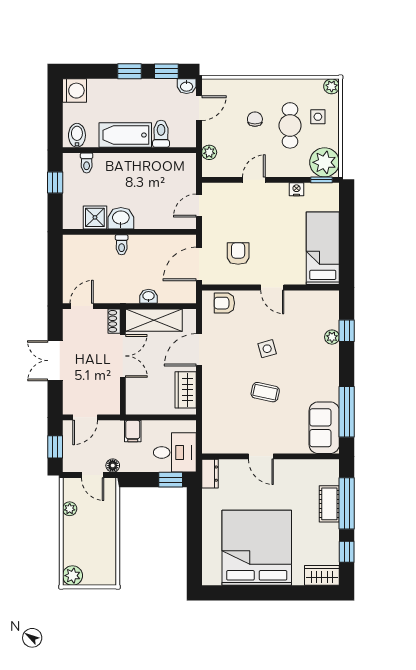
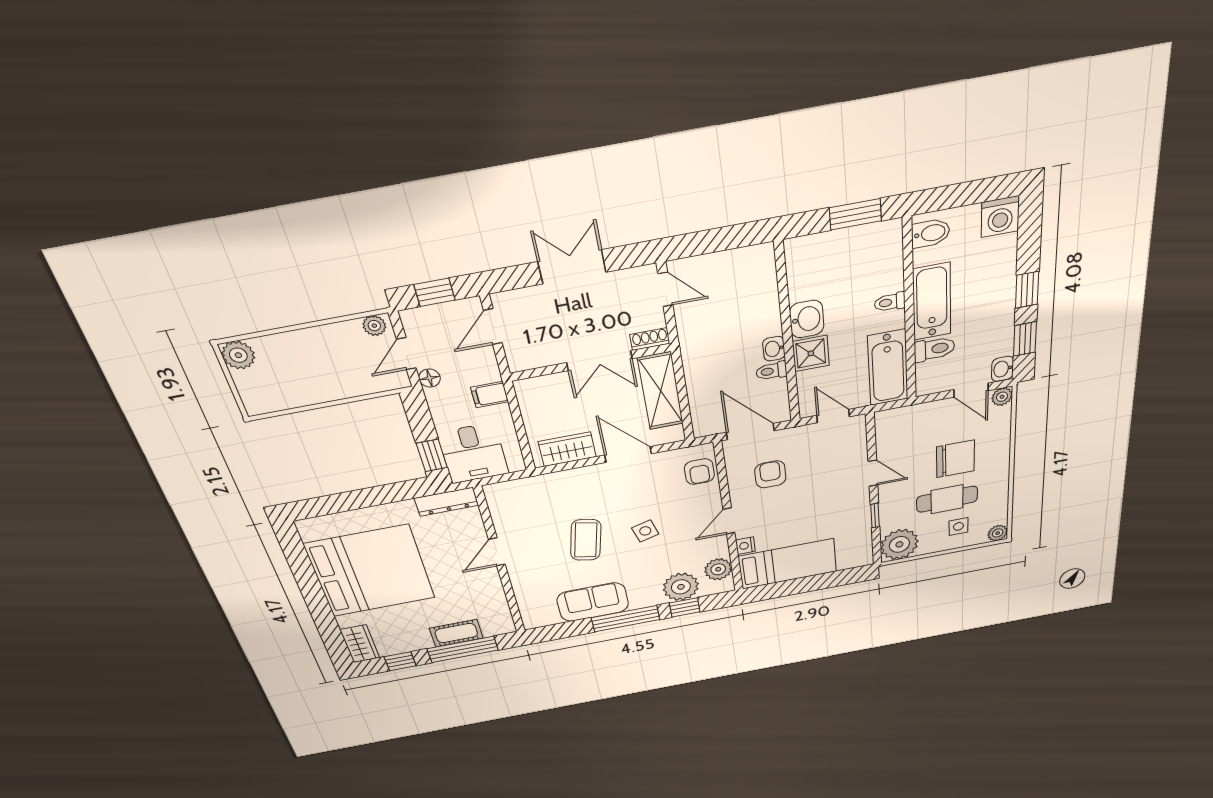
chair: (255, 119) -> (955, 459), width x1.87, depth x1.87
plant: (209, 152) -> (1002, 397), moved
toilet: (87, 163) -> (890, 302), moved
bathtub: (169, 166) -> (888, 368), added
window: (321, 180) -> (875, 516), moved
window: (55, 182) -> (855, 214), width x1.50
nightstand: (297, 189) -> (745, 546), moved, turned 180
shower: (95, 217) -> (811, 353), moved
toilet: (122, 245) -> (771, 371), moved
armchair: (238, 254) -> (770, 474), turned -90
washbasin: (149, 296) -> (774, 349), moved, turned 180
plant: (315, 301) -> (718, 569), added
armchair: (224, 303) -> (699, 472), turned 180
plant: (332, 337) -> (681, 587), width x1.88, depth x1.88
coffee table: (265, 392) -> (586, 540), width x1.36, depth x1.30
window: (347, 412) -> (626, 619), moved
door: (85, 417) -> (493, 327), hinge flipped
sofa: (324, 428) -> (593, 602), moved
dresser: (210, 474) -> (447, 502), width x1.44
plant: (70, 509) -> (374, 326), moved

